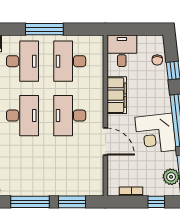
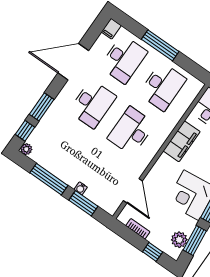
desk: (70, 61) -> (163, 86), turned 180
door: (105, 142) -> (133, 191), moved
water cooler: (61, 191) -> (81, 188), added

